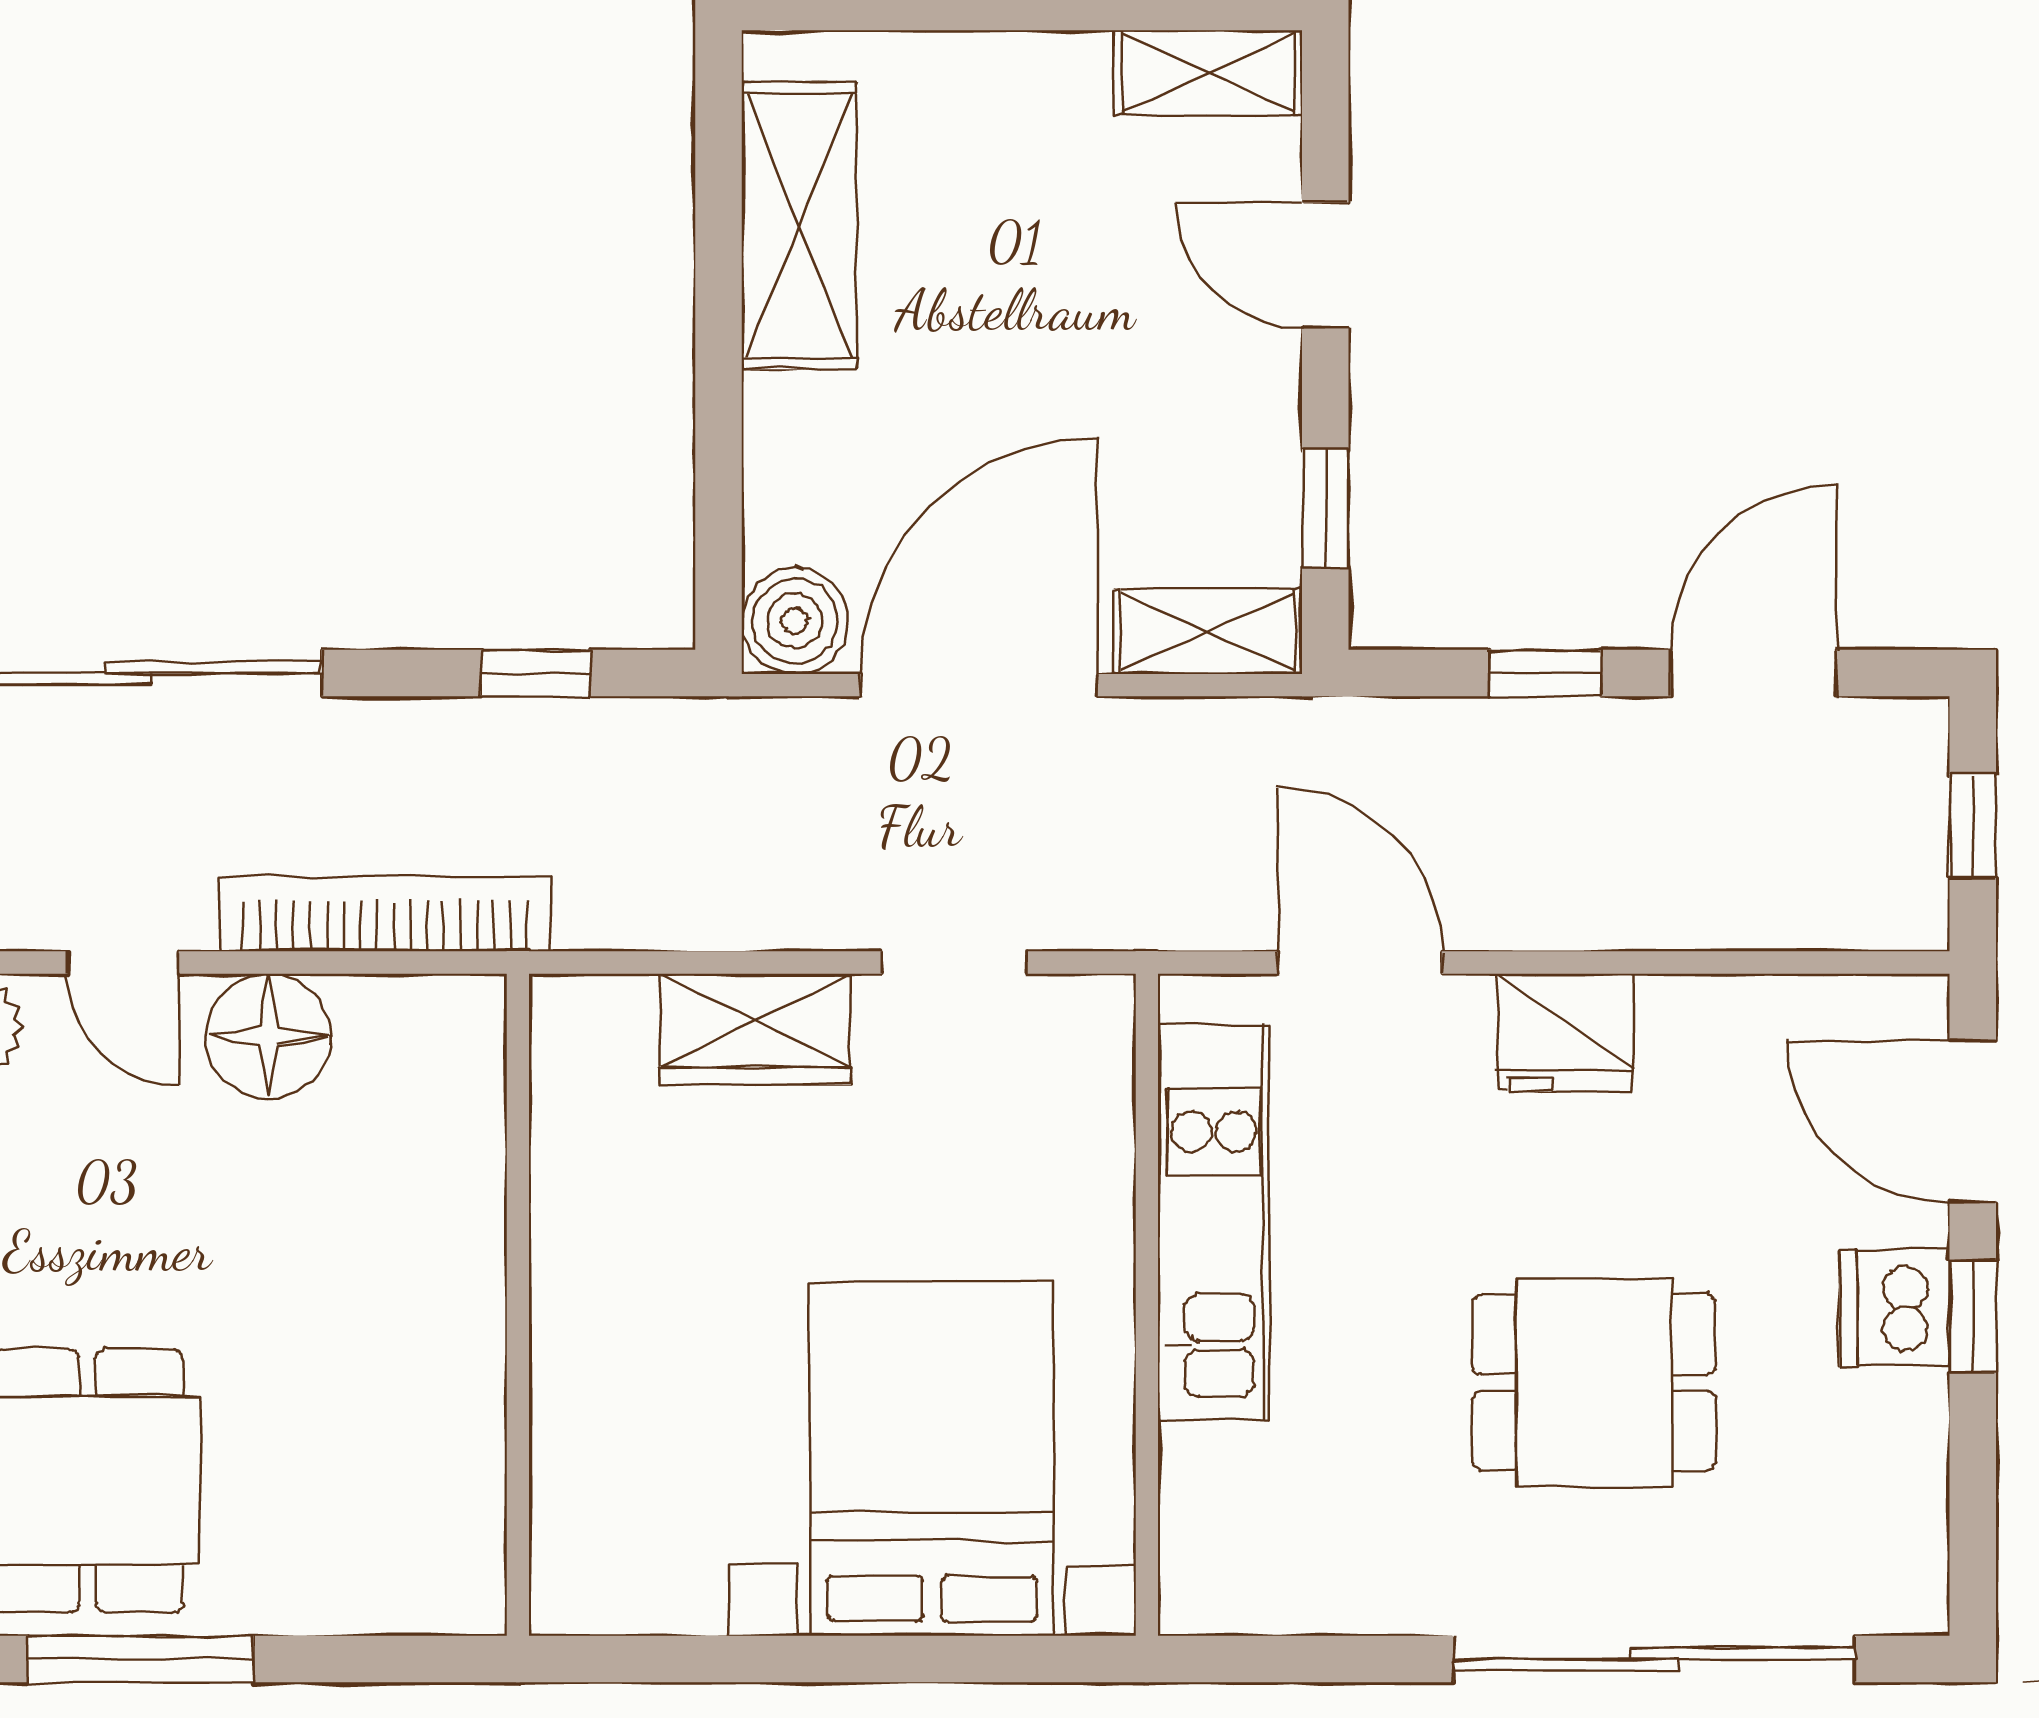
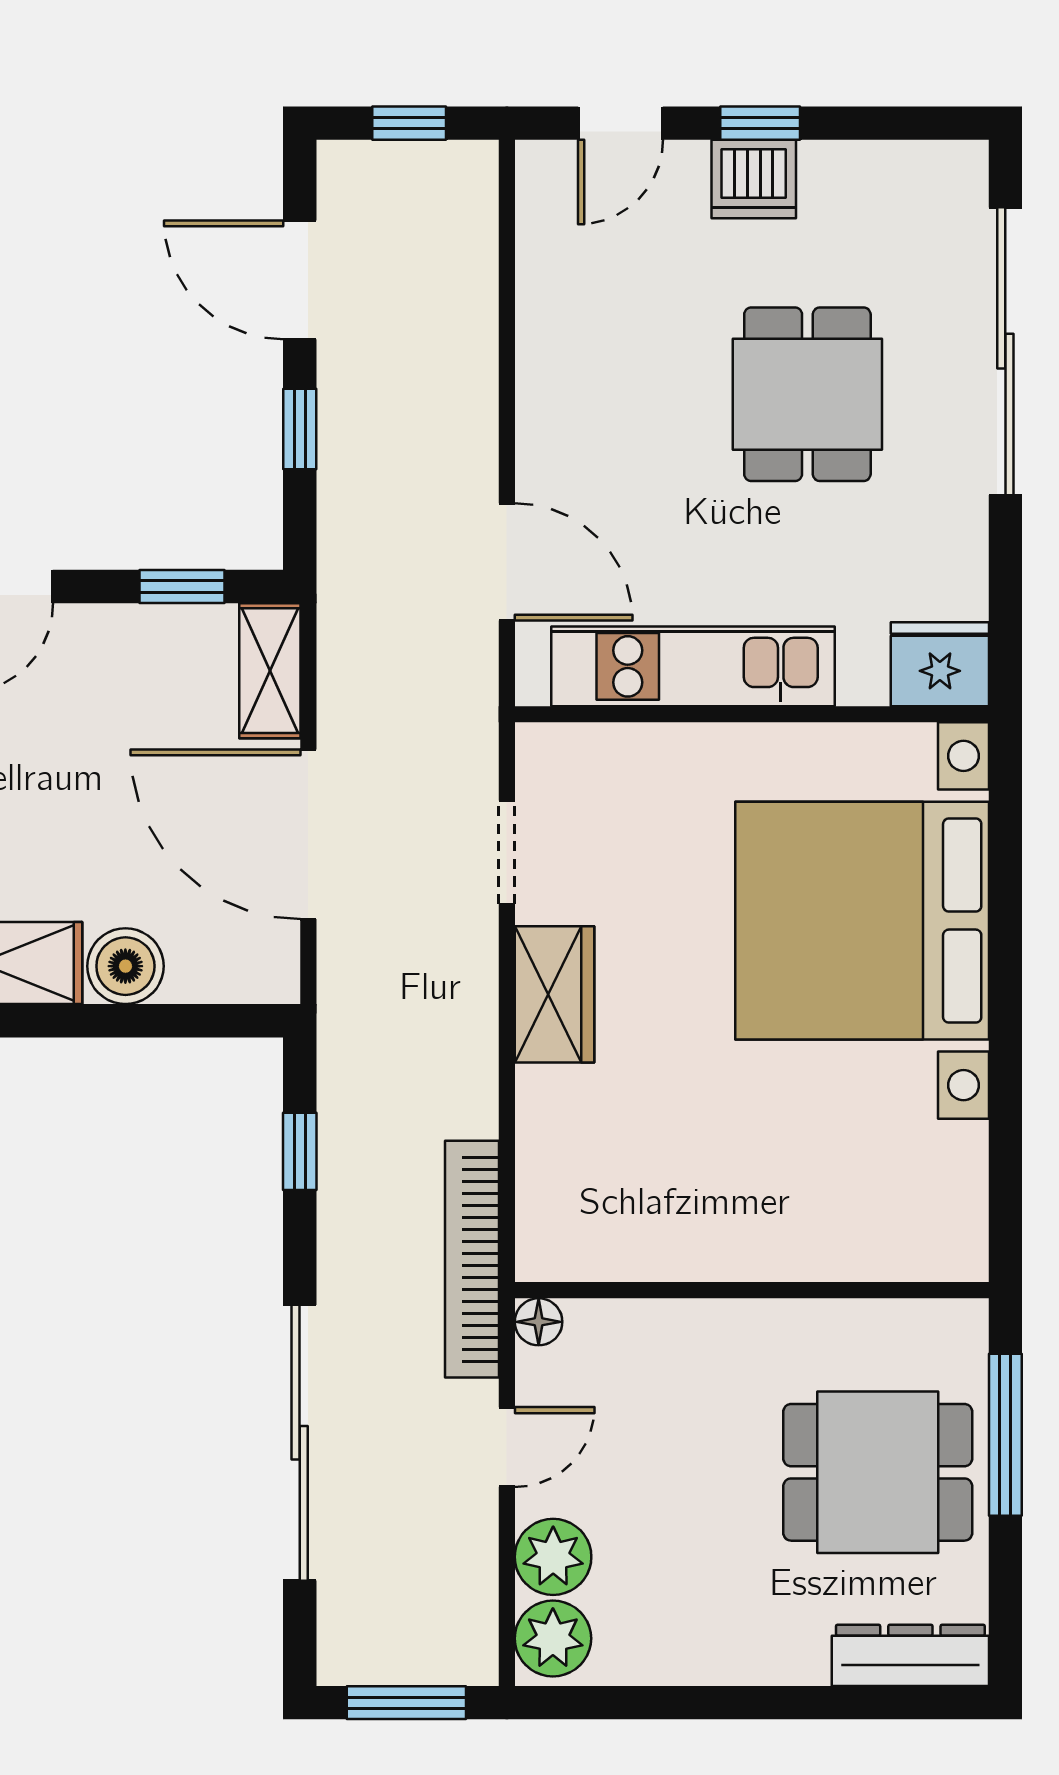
boiler: (795, 621) -> (125, 966), moved
door: (1360, 963) -> (507, 562), swing flipped
fridge: (1565, 1033) -> (940, 664), moved, turned -90
floor lamp: (269, 1036) -> (539, 1322), width x0.53, depth x0.53
door: (1973, 1121) -> (621, 123), width x0.73
wall: (518, 1305) -> (752, 1290), moved
bed with nightstands: (932, 1459) -> (862, 921), width x1.36

